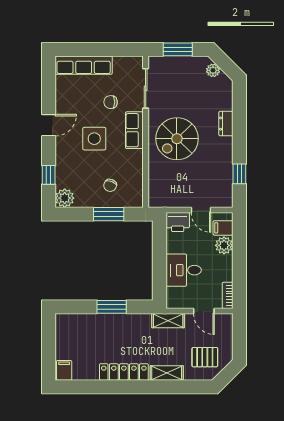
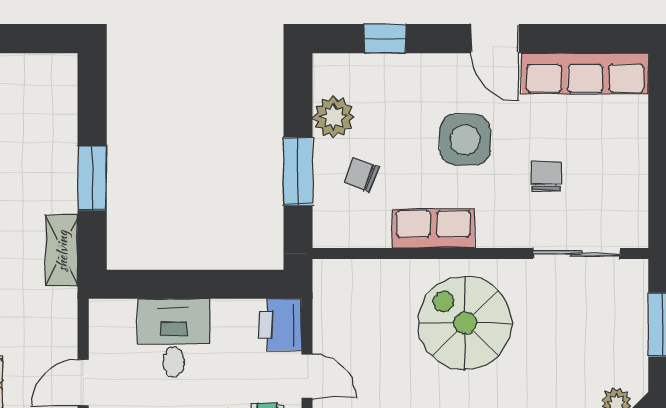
row of seats: (84, 65) -> (585, 74), moved, turned -90
row of seats: (134, 130) -> (433, 229), moved
plant: (65, 198) -> (333, 117), moved
door: (201, 210) -> (307, 376), swing flipped
shelving: (168, 321) -> (62, 251), moved

